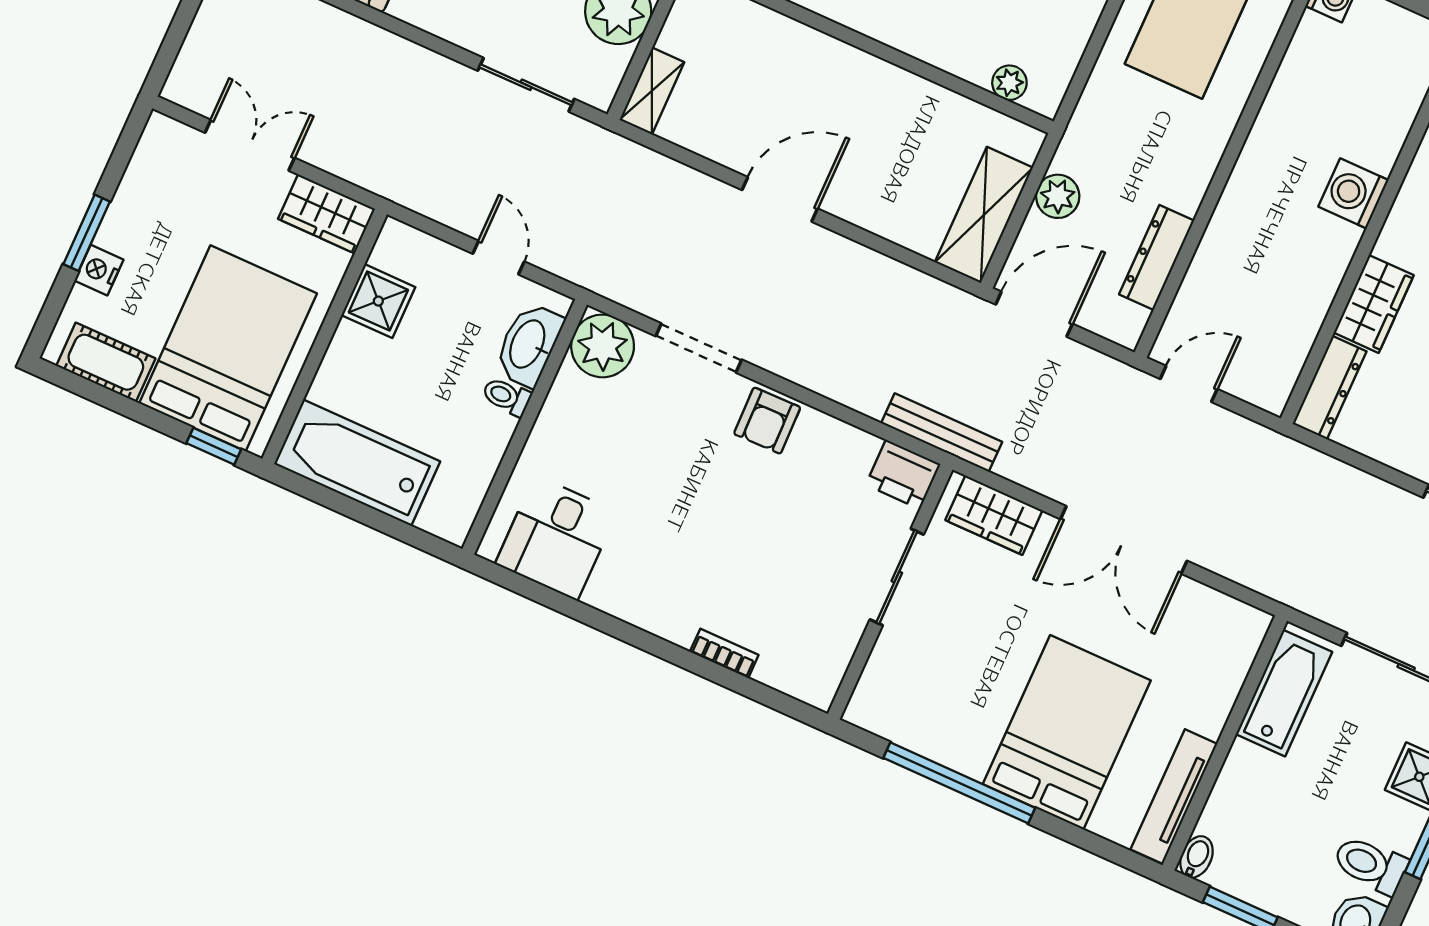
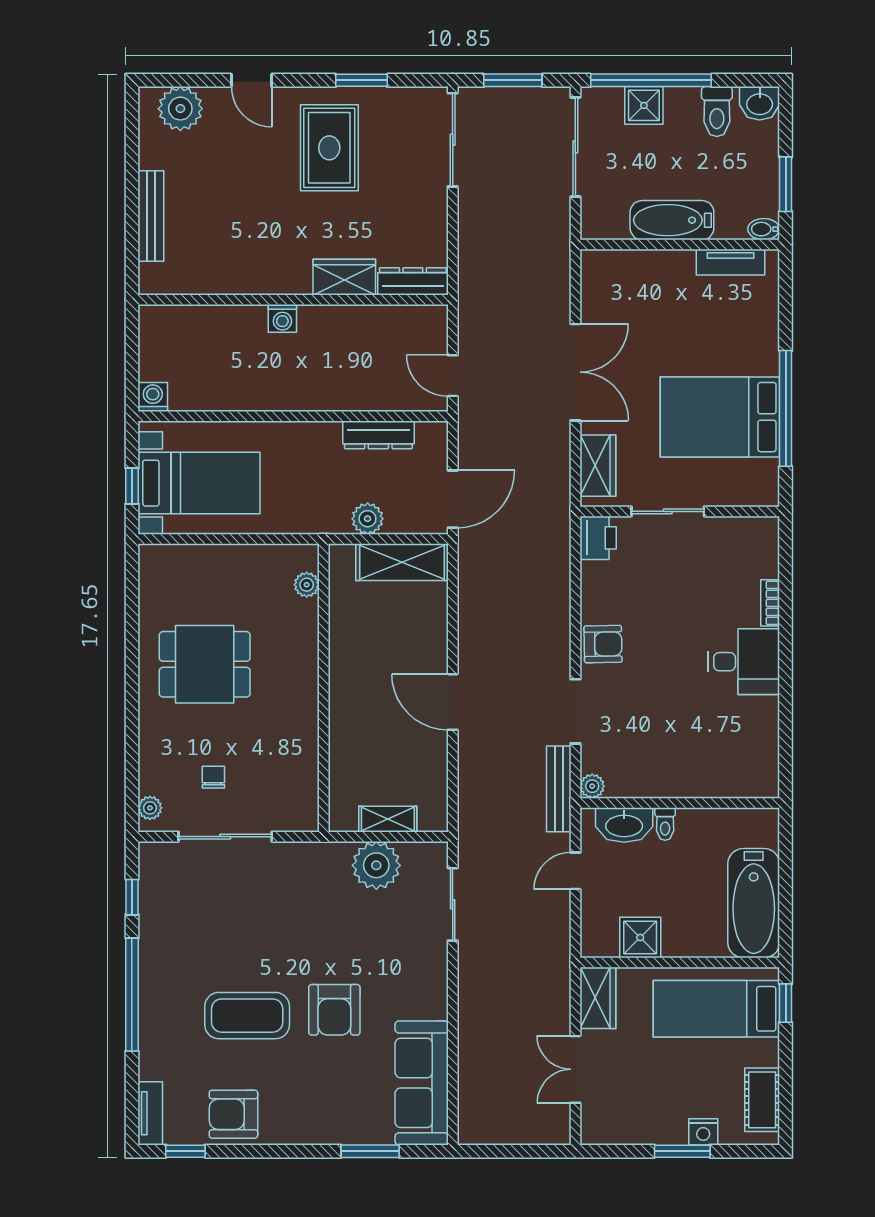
shelving: (652, 91) -> (388, 819), moved
washing machine: (1353, 193) -> (282, 318), width x0.73, depth x0.73
door: (1034, 314) -> (453, 499), swing flipped
plant: (603, 346) -> (592, 786), width x0.53, depth x0.53
bed: (228, 348) -> (716, 1009), width x0.67
bench: (942, 433) -> (559, 789), moved
desk: (556, 538) -> (744, 662), moved
bathtub: (1284, 693) -> (672, 220), moved
bed: (1067, 732) -> (720, 417), moved
tv unit: (1174, 797) -> (730, 262), width x0.71

